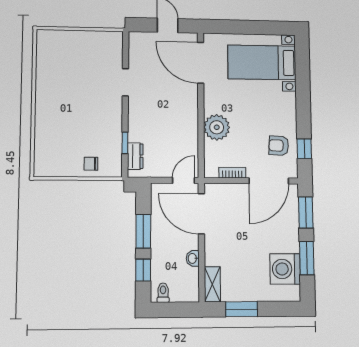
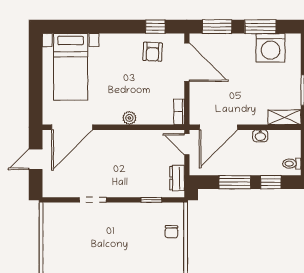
plant: (217, 127) -> (129, 118), width x0.53, depth x0.53
dresser: (135, 156) -> (177, 178), moved, turned -90
bookcase: (232, 173) -> (179, 112), moved

